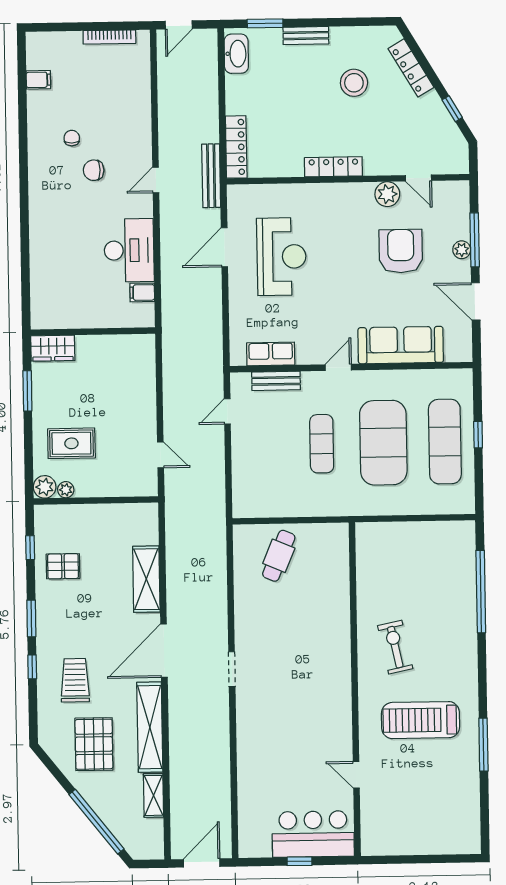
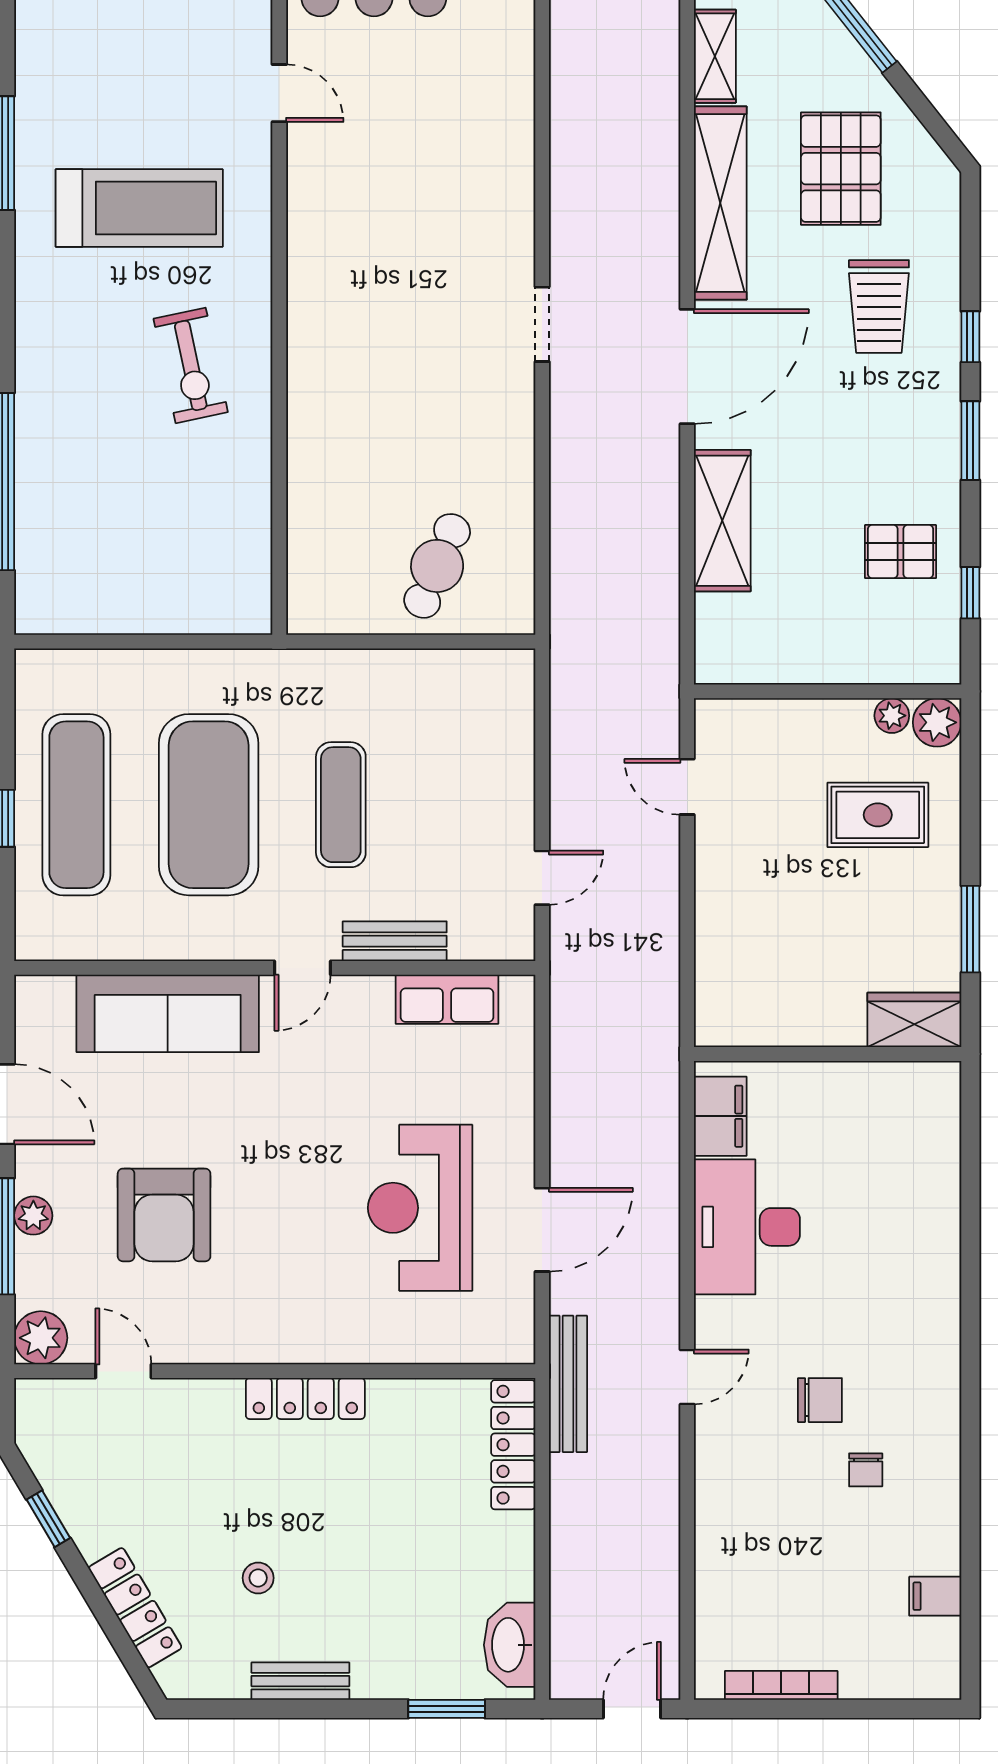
bench: (306, 36) -> (300, 1681), moved
stool: (354, 83) -> (258, 1578), width x0.53, depth x0.53
plant: (387, 194) -> (41, 1338), moved
filing cabinet: (142, 292) -> (720, 1116), width x2.00
bench: (276, 381) -> (395, 941), moved

